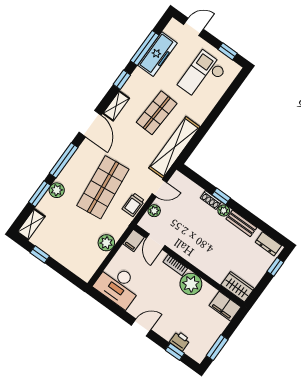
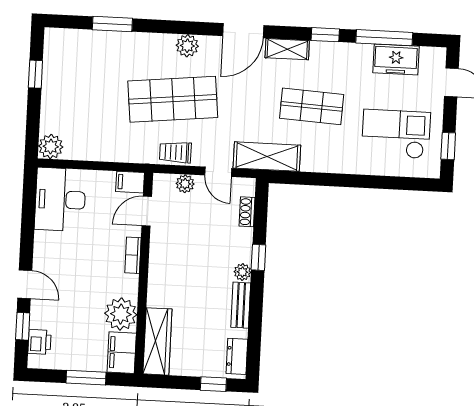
freezer: (157, 54) -> (396, 60), width x0.71
shelving: (174, 147) -> (267, 157), width x0.68
window: (64, 160) -> (175, 27), removed
plant: (57, 190) -> (187, 46), moved
shoe rack: (211, 200) -> (247, 212), moved
shelving: (31, 224) -> (66, 38), removed
plant: (106, 243) -> (51, 147), moved
plant: (191, 284) -> (121, 314), moved
wardrobe: (238, 287) -> (157, 341), width x1.50
door: (141, 327) -> (25, 284), moved
printer: (180, 341) -> (39, 342), moved
window: (217, 348) -> (86, 378), moved

